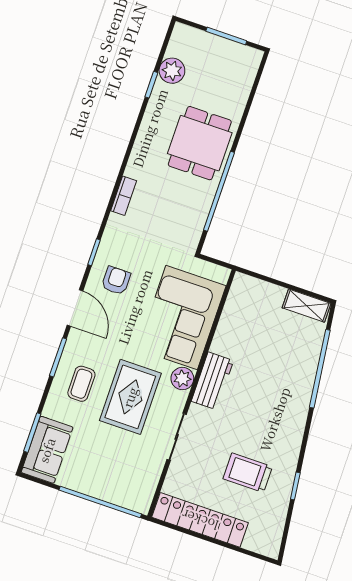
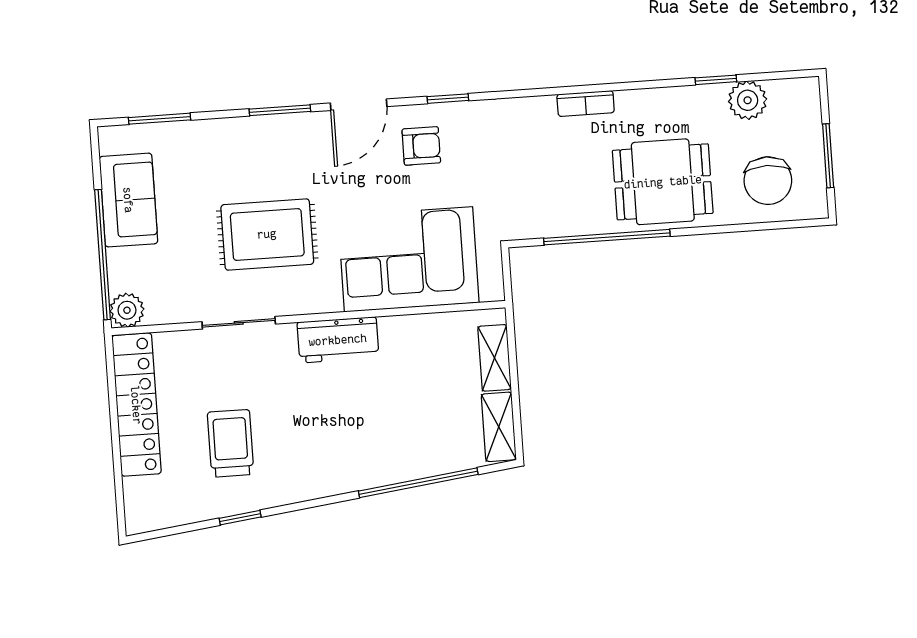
chair: (226, 79) -> (768, 181), added
bookcase: (124, 196) -> (586, 103), moved
shelving: (264, 290) -> (495, 358), added
plant: (182, 379) -> (127, 310), moved
coffee table: (81, 384) -> (257, 158), removed
sofa: (47, 450) -> (128, 200), moved, turned -90

